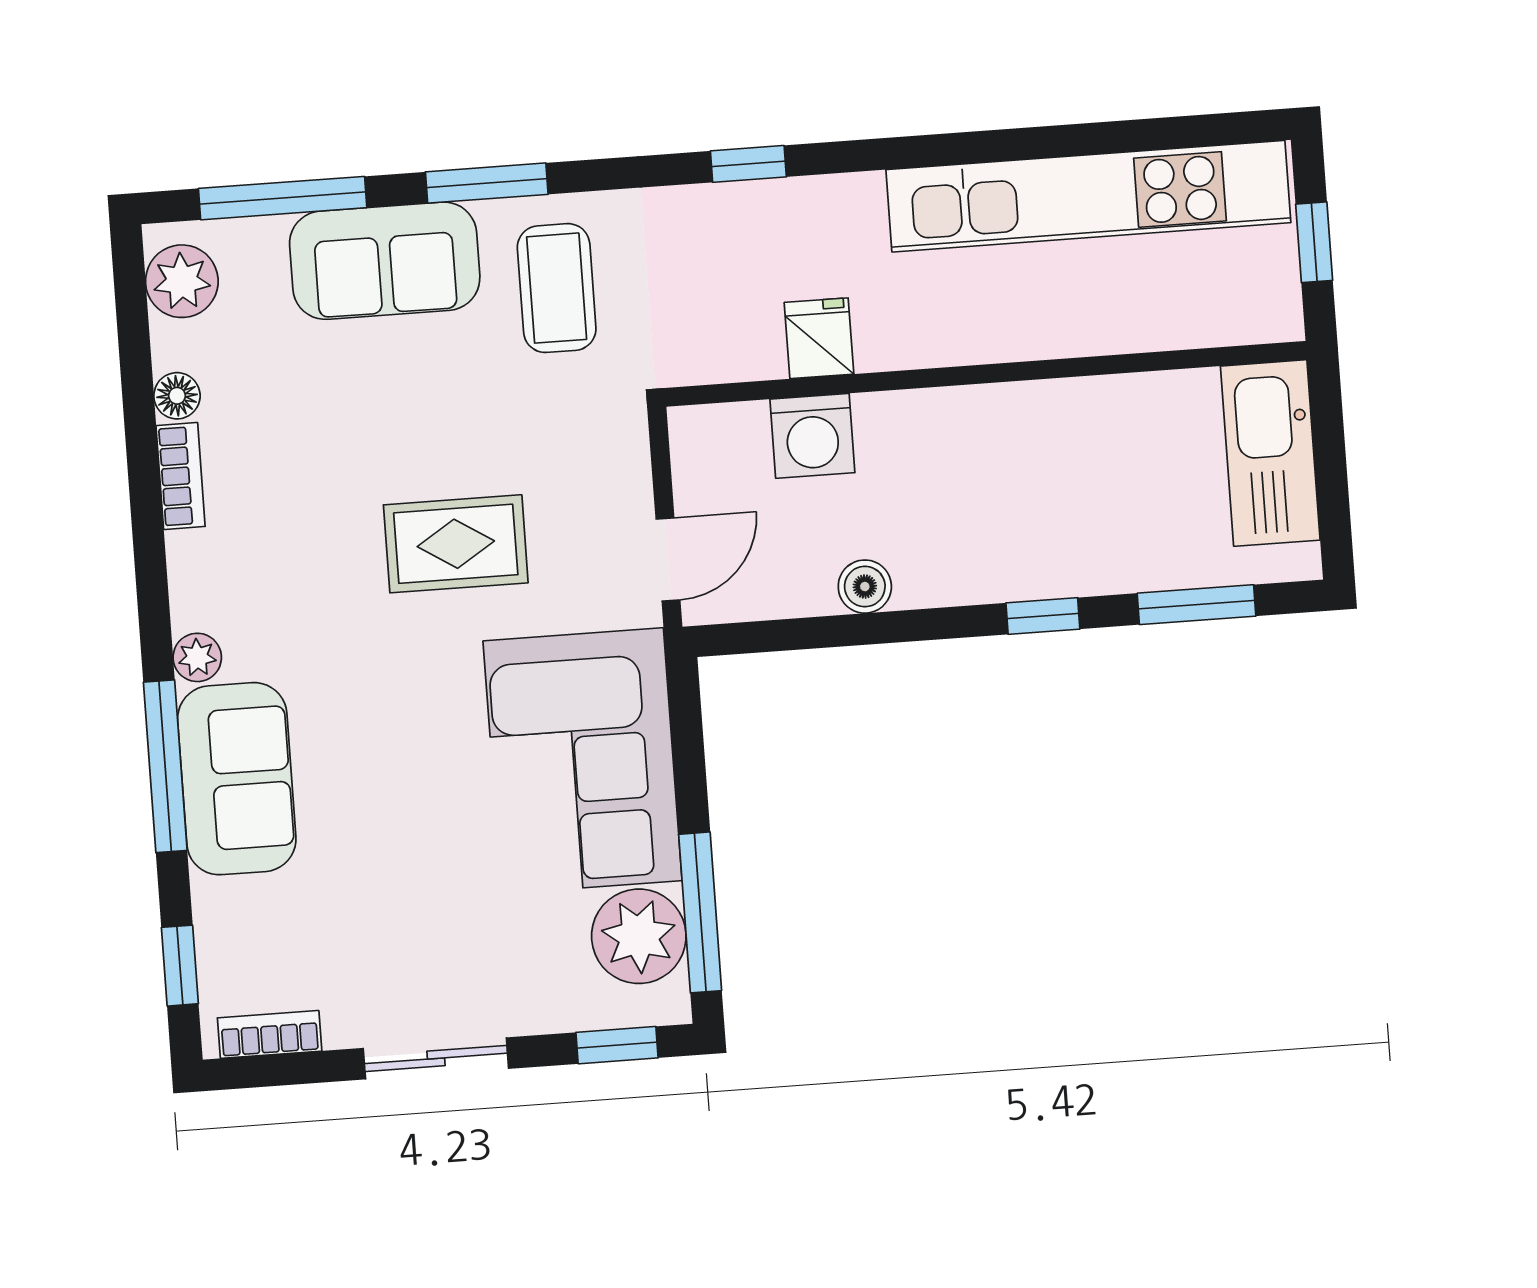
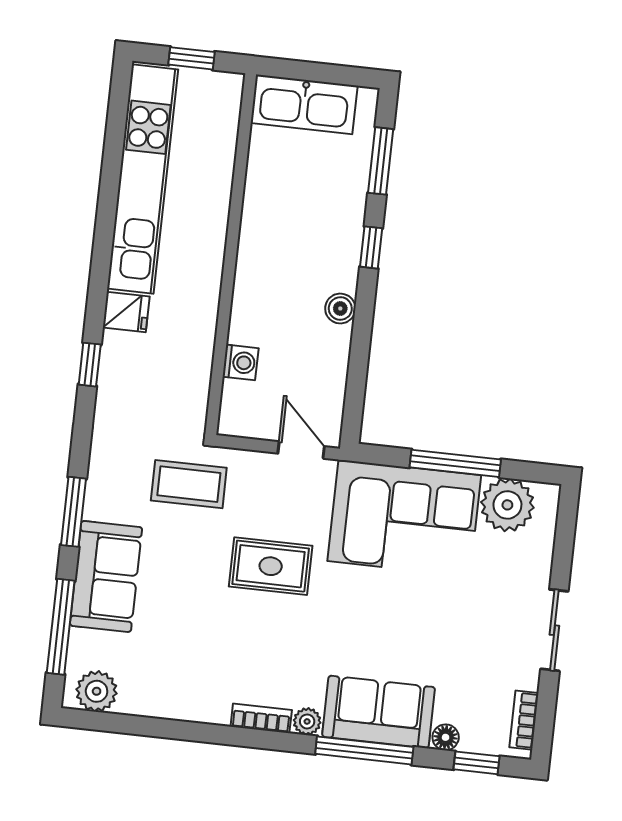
coffee table: (557, 288) -> (189, 484), moved
fridge: (819, 338) -> (126, 312), moved, turned 180
floor lamp: (177, 396) -> (446, 737), moved
washing machine: (812, 436) -> (241, 362), width x0.73, depth x0.73
bookcase: (181, 476) -> (261, 718), moved
rug: (456, 544) -> (271, 566), turned 90
boiler: (865, 587) -> (340, 309), moved
window: (700, 912) -> (455, 463), moved
window: (617, 1045) -> (566, 528), removed

